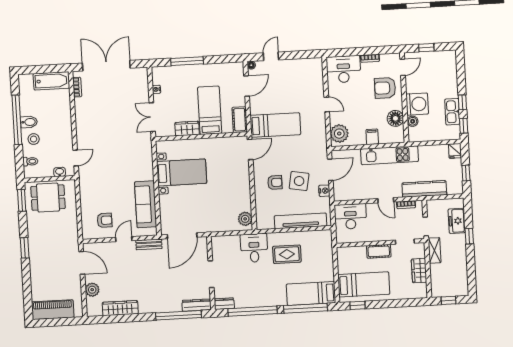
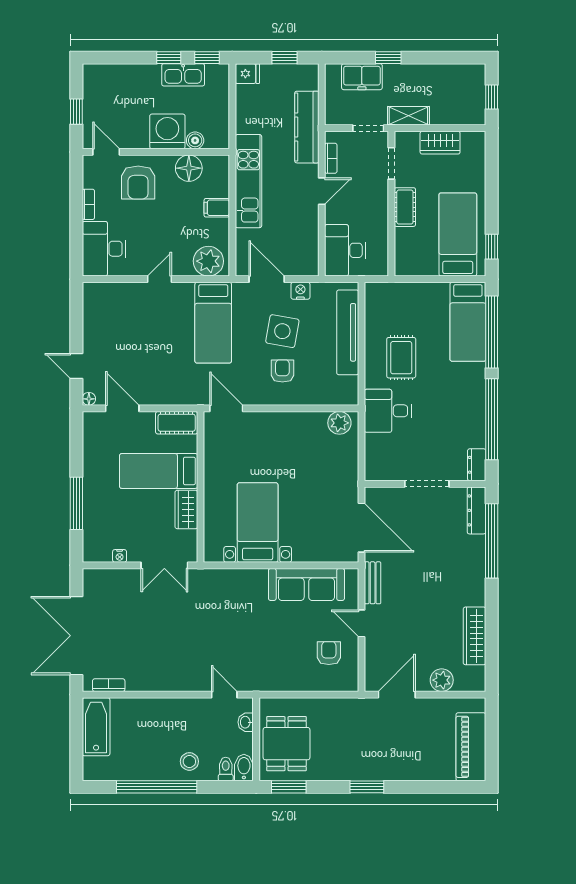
bidet: (29, 122) -> (244, 768), moved
bed: (275, 125) -> (213, 323), moved, turned 180

